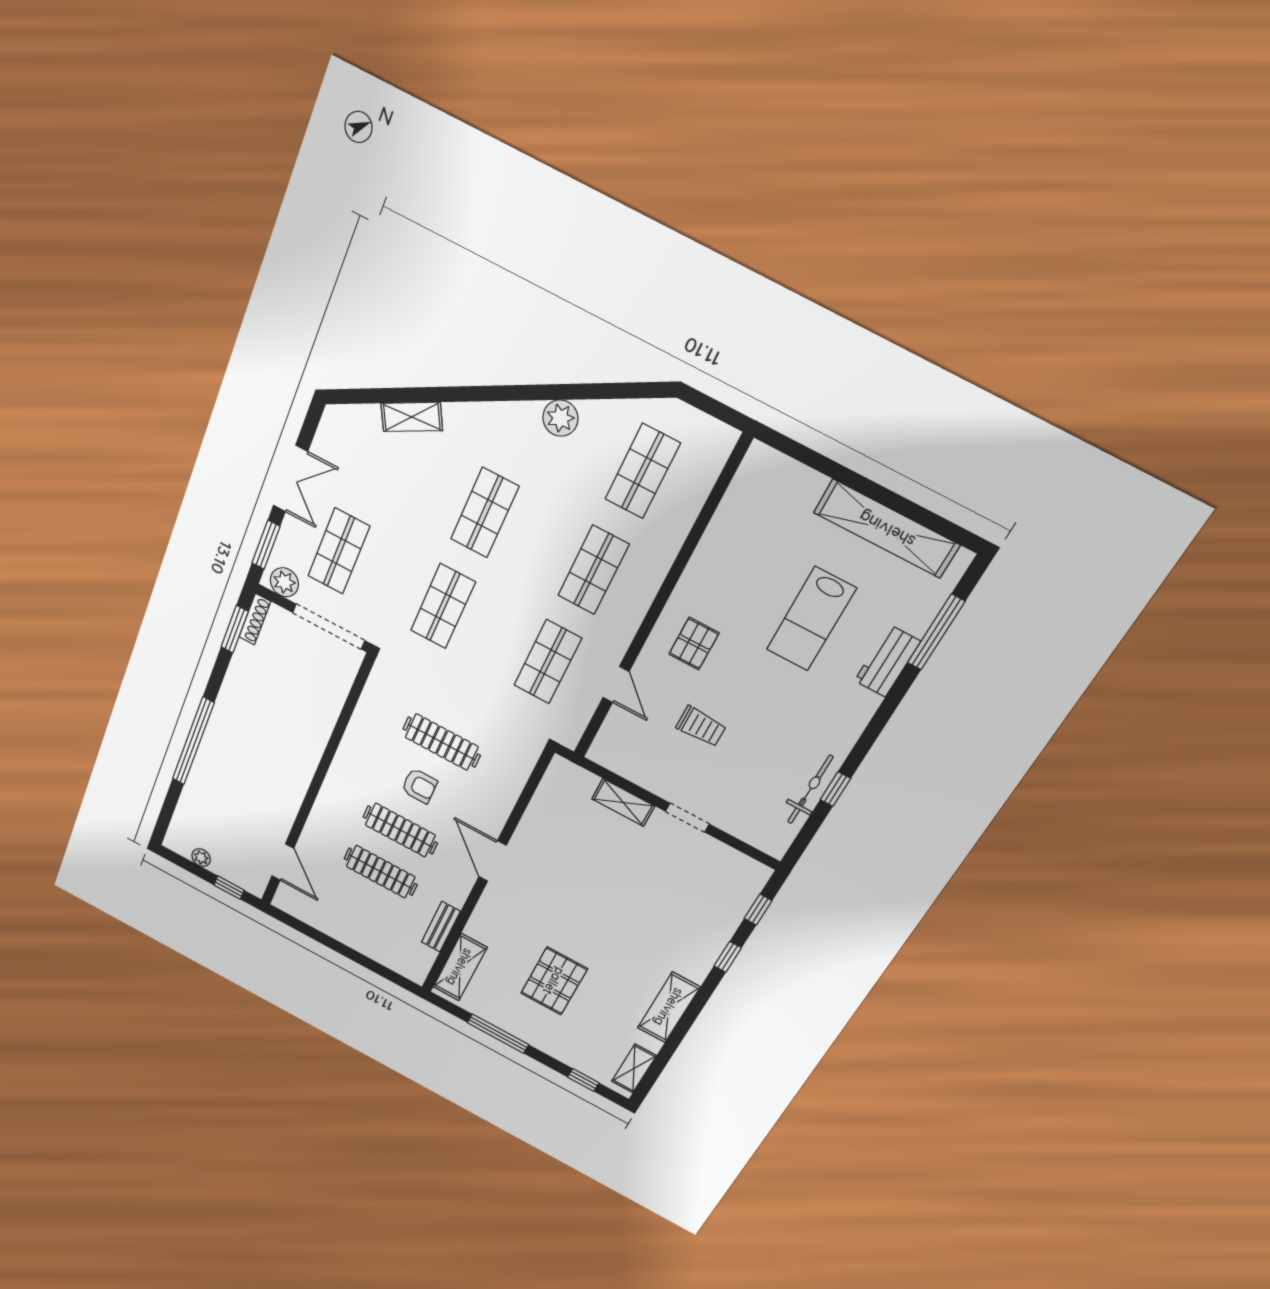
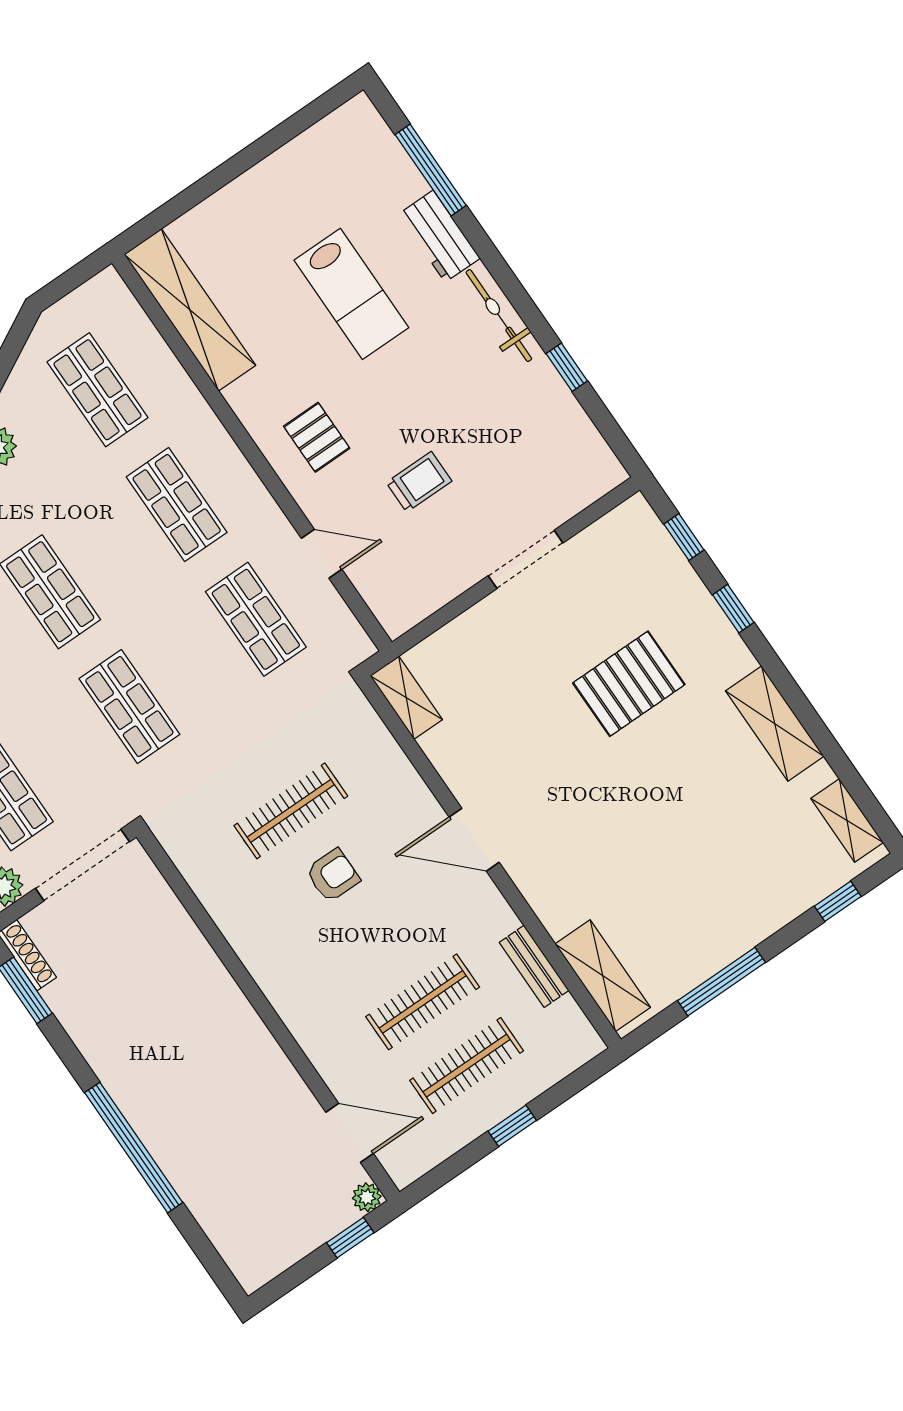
shelving: (887, 529) -> (190, 310), moved, turned 90
bicycle: (810, 789) -> (499, 316), moved
shelving: (623, 802) -> (406, 698), moved, turned 90
doorway: (687, 818) -> (526, 559), width x1.38
clothes rail: (400, 830) -> (467, 1066), moved
plant: (201, 858) -> (367, 1197), moved
window: (346, 951) -> (512, 1126), added
pallet: (554, 981) -> (629, 684), moved, turned 90

